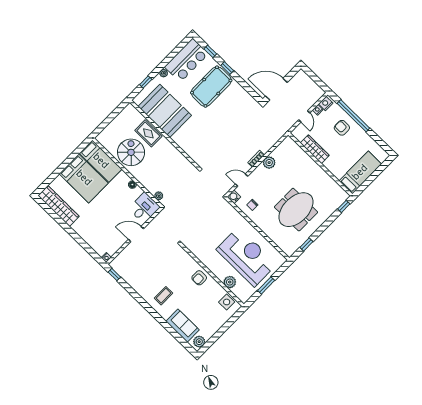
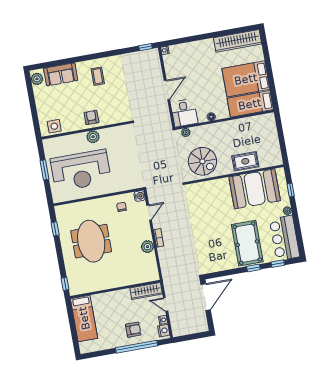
wardrobe: (315, 149) -> (146, 291), moved
spiral stairs: (131, 152) -> (202, 161), moved
plant: (230, 282) -> (93, 137), moved

